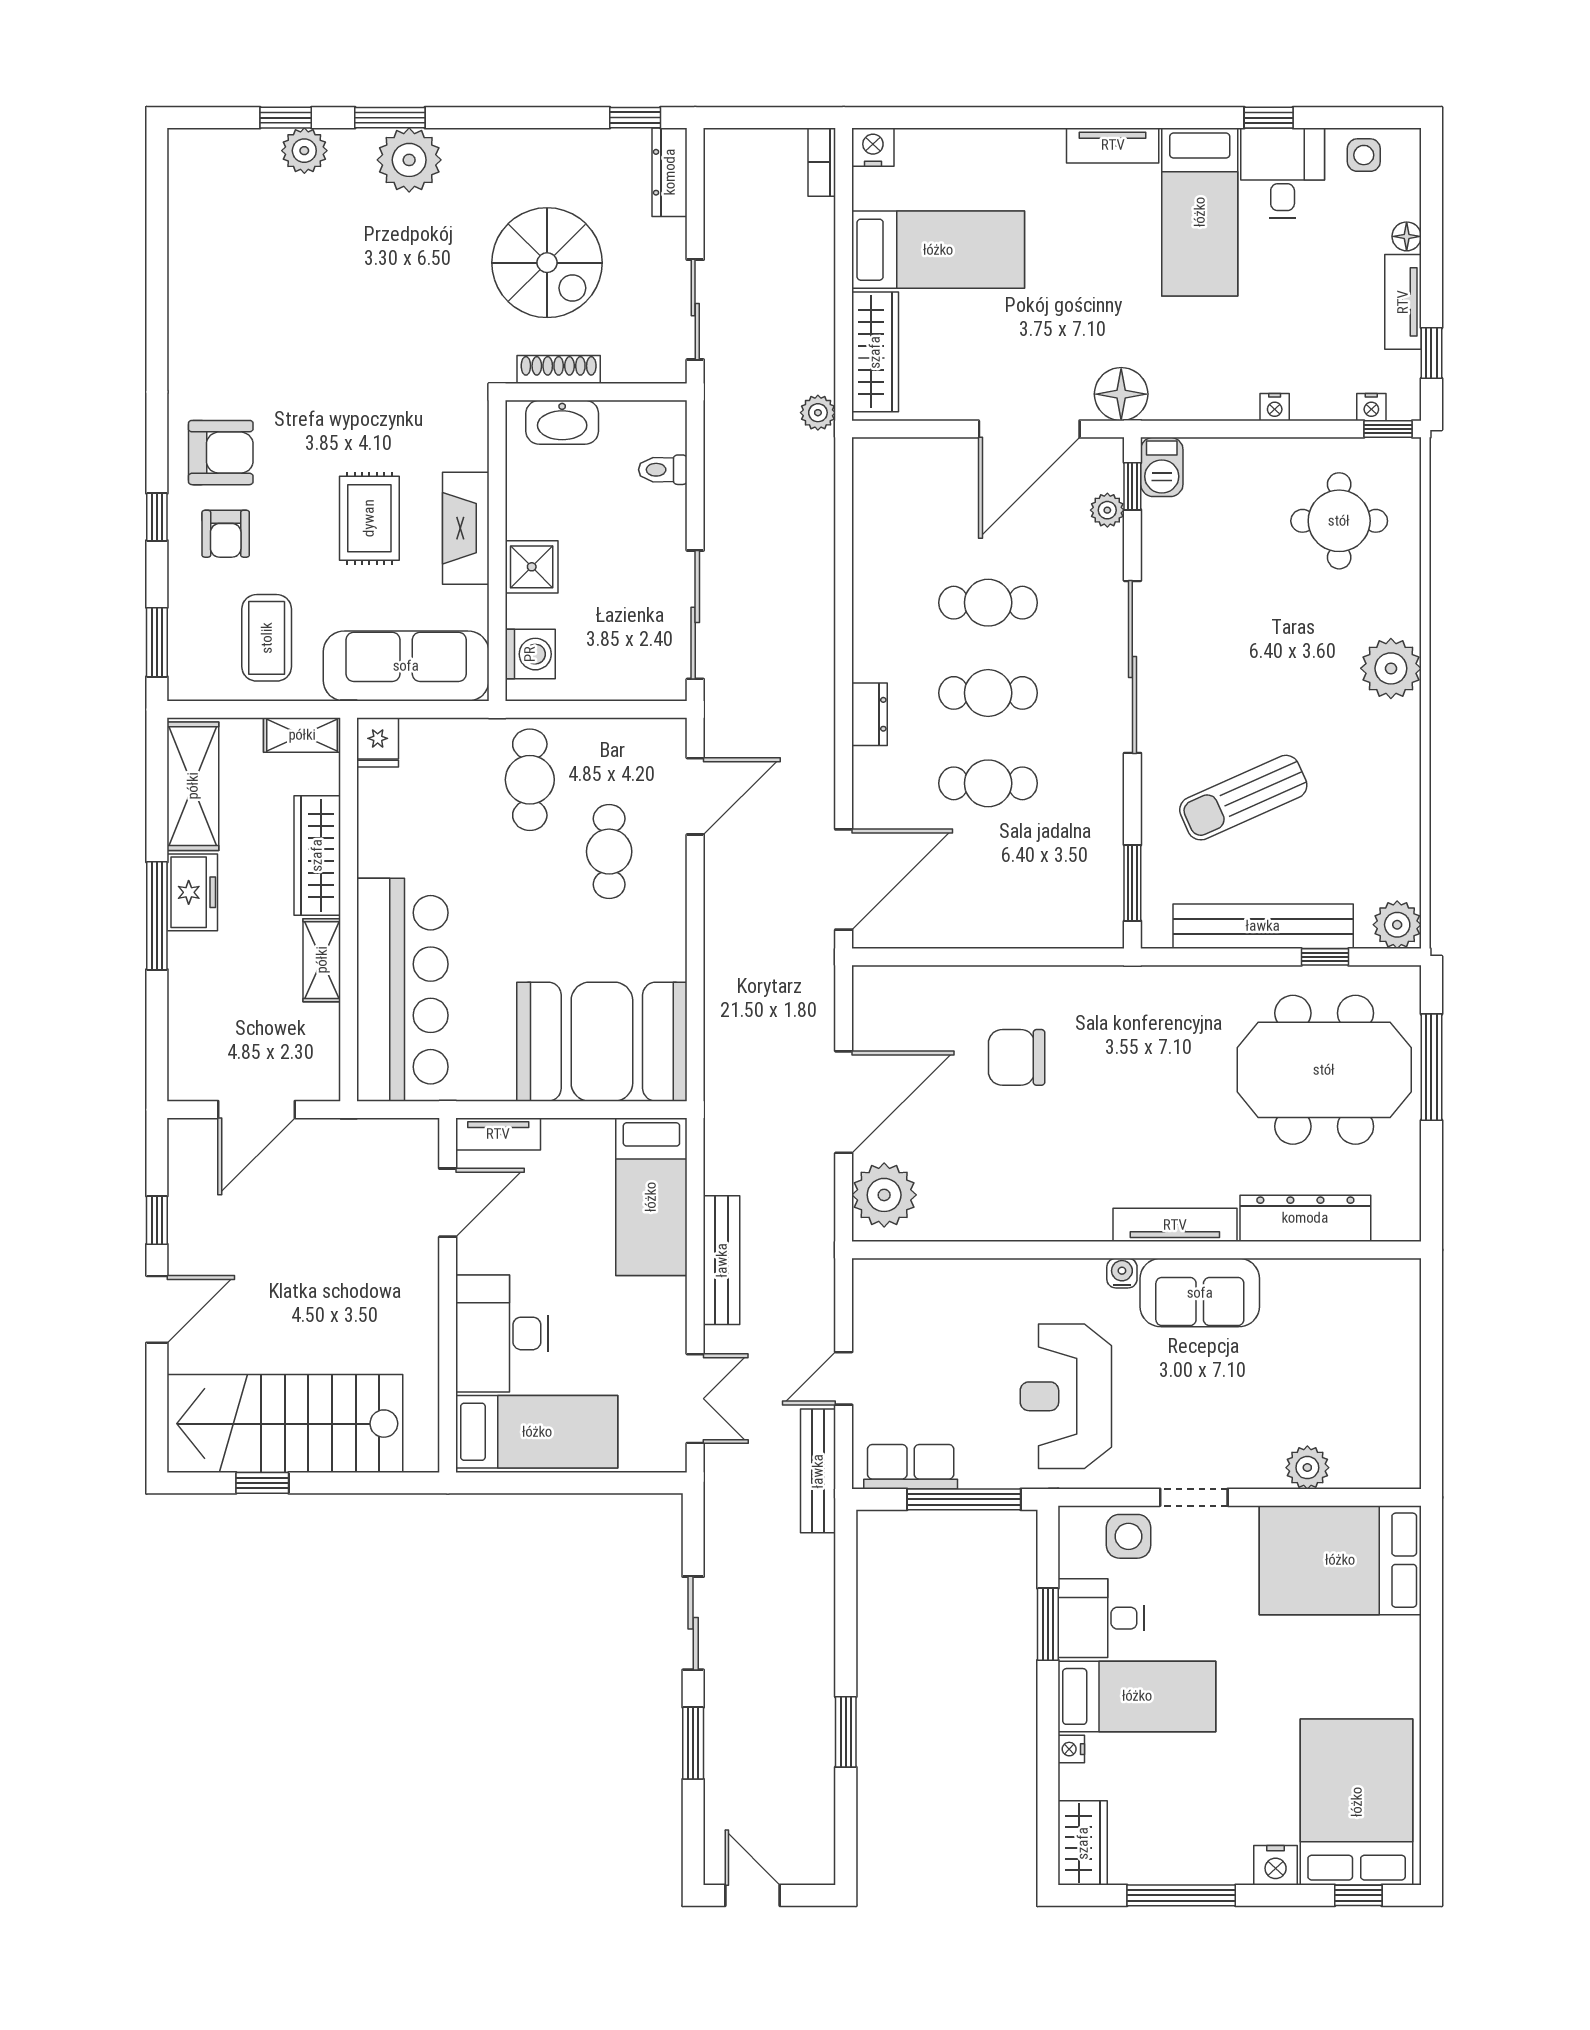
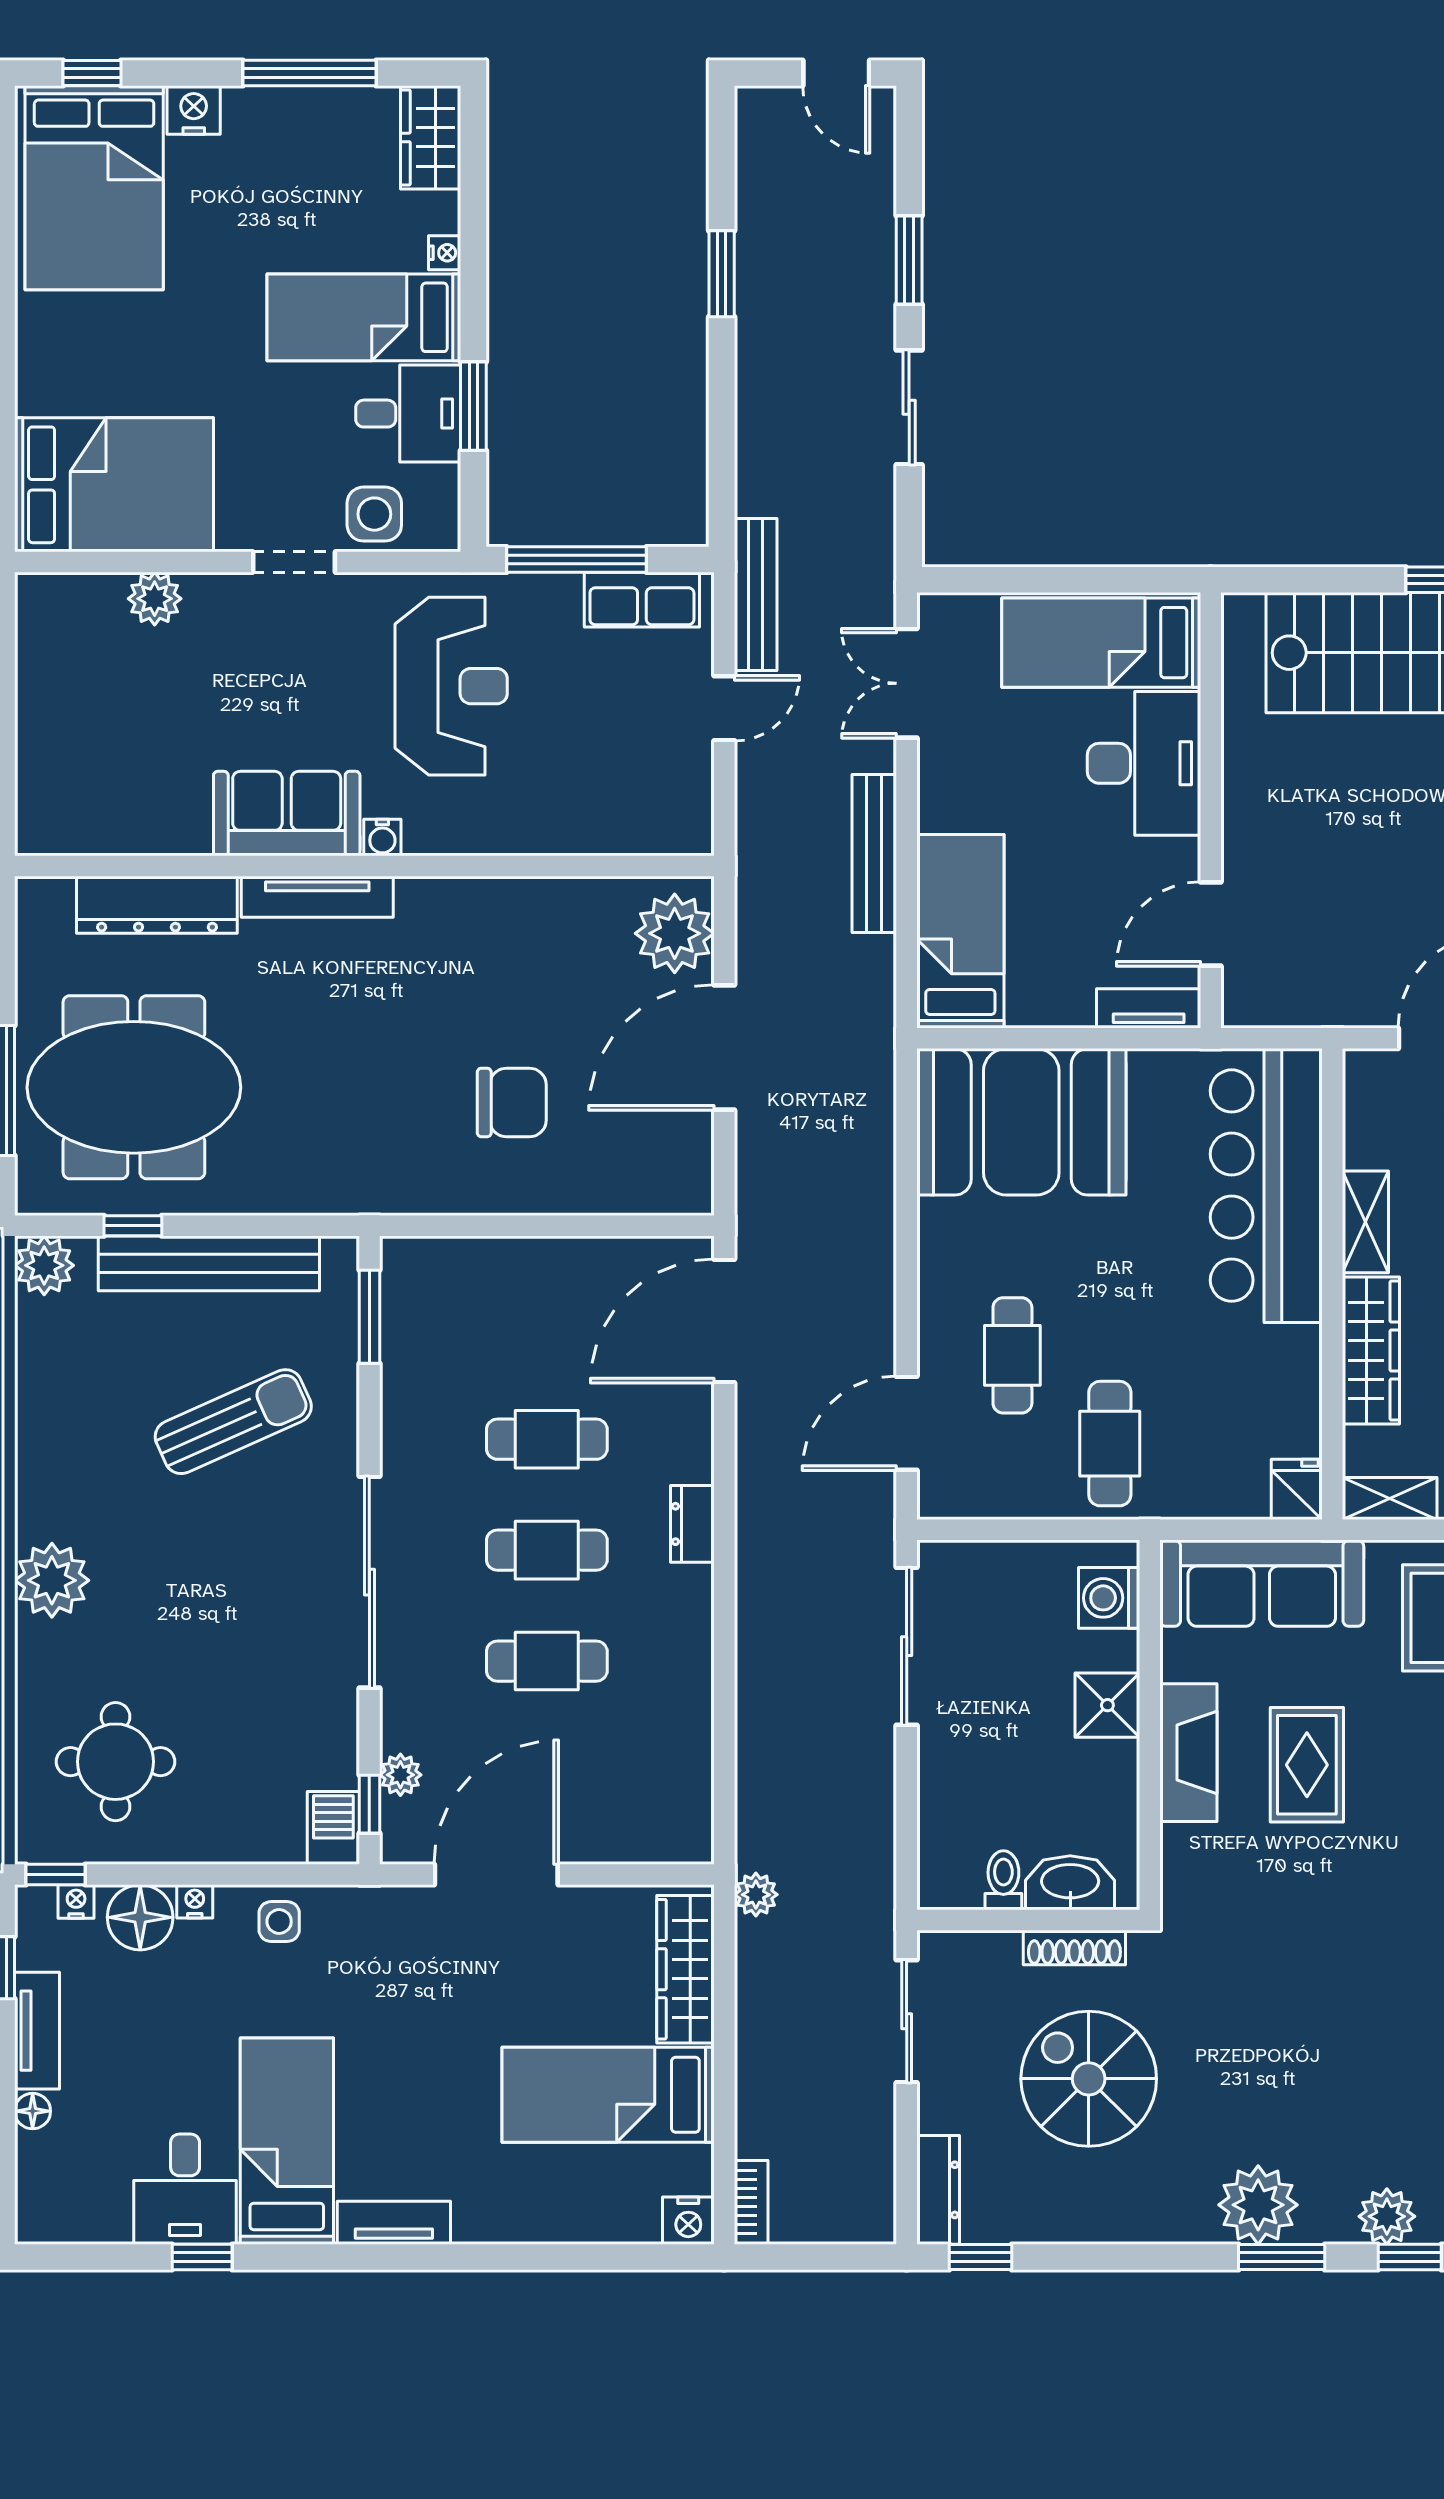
side table: (1364, 155) -> (279, 1922), moved
floor lamp: (1121, 394) -> (140, 1917), moved
toilet: (663, 470) -> (1003, 1880), moved, turned -90

